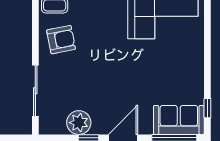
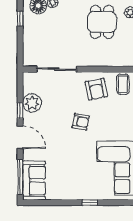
armchair: (103, 60) -> (81, 122), added
window: (207, 108) -> (90, 203), moved

